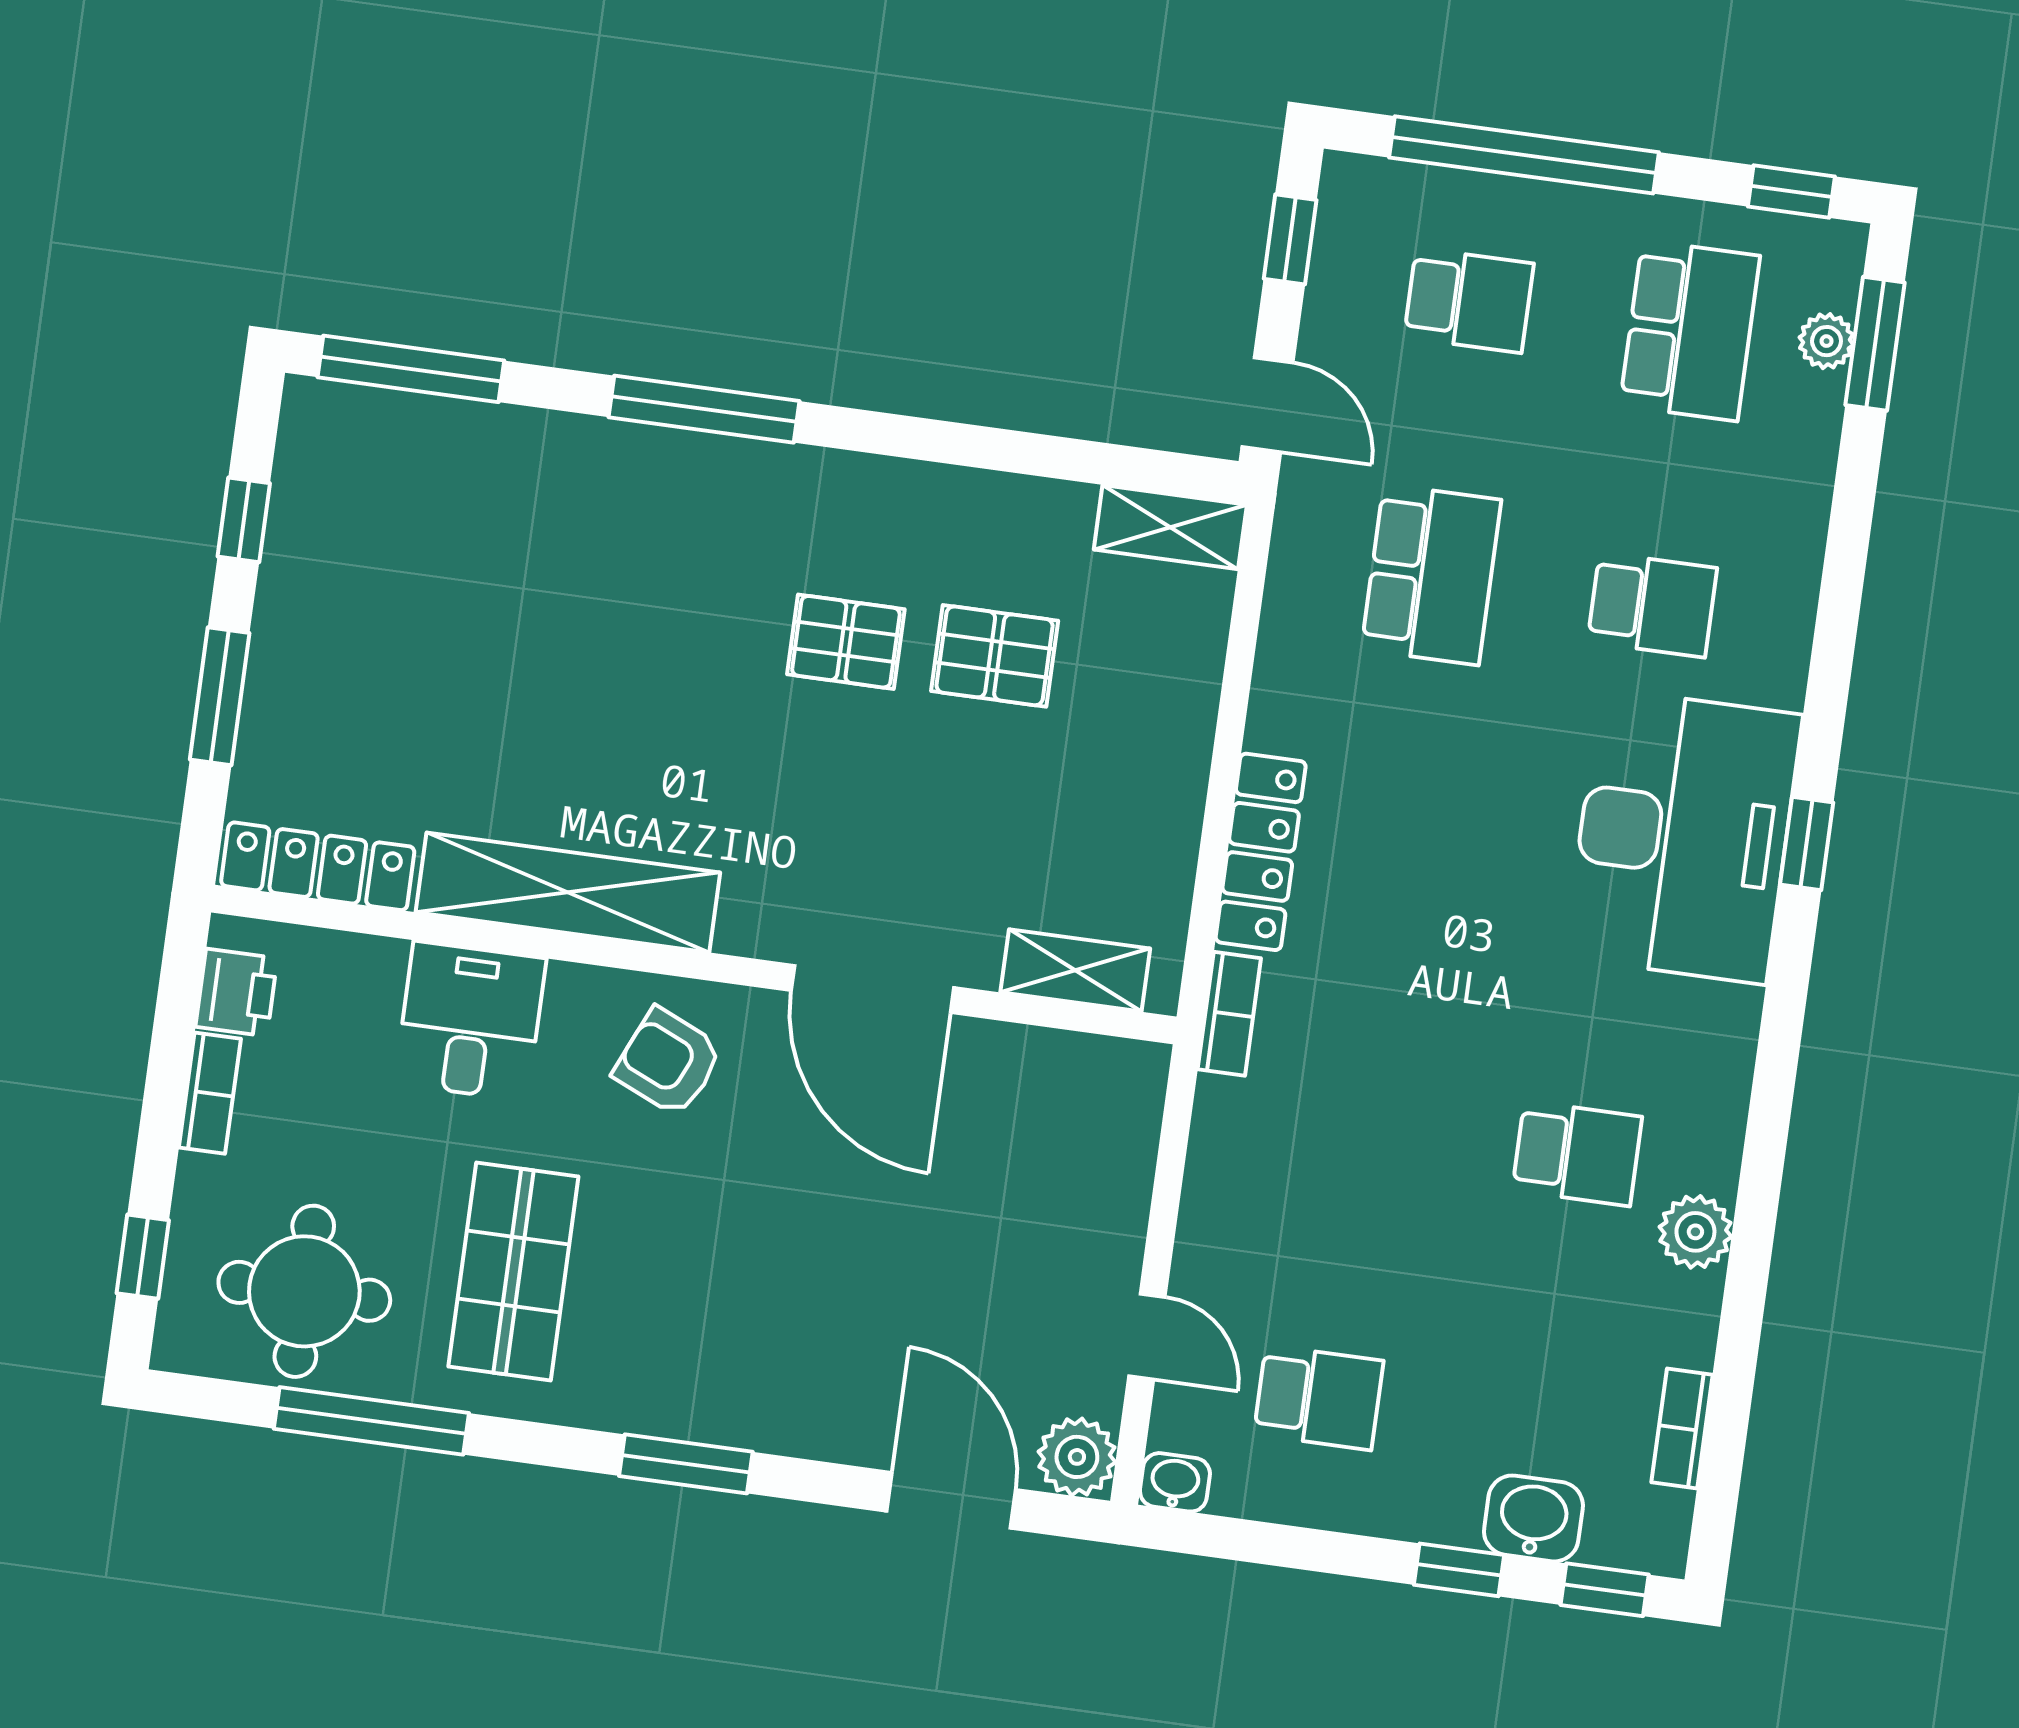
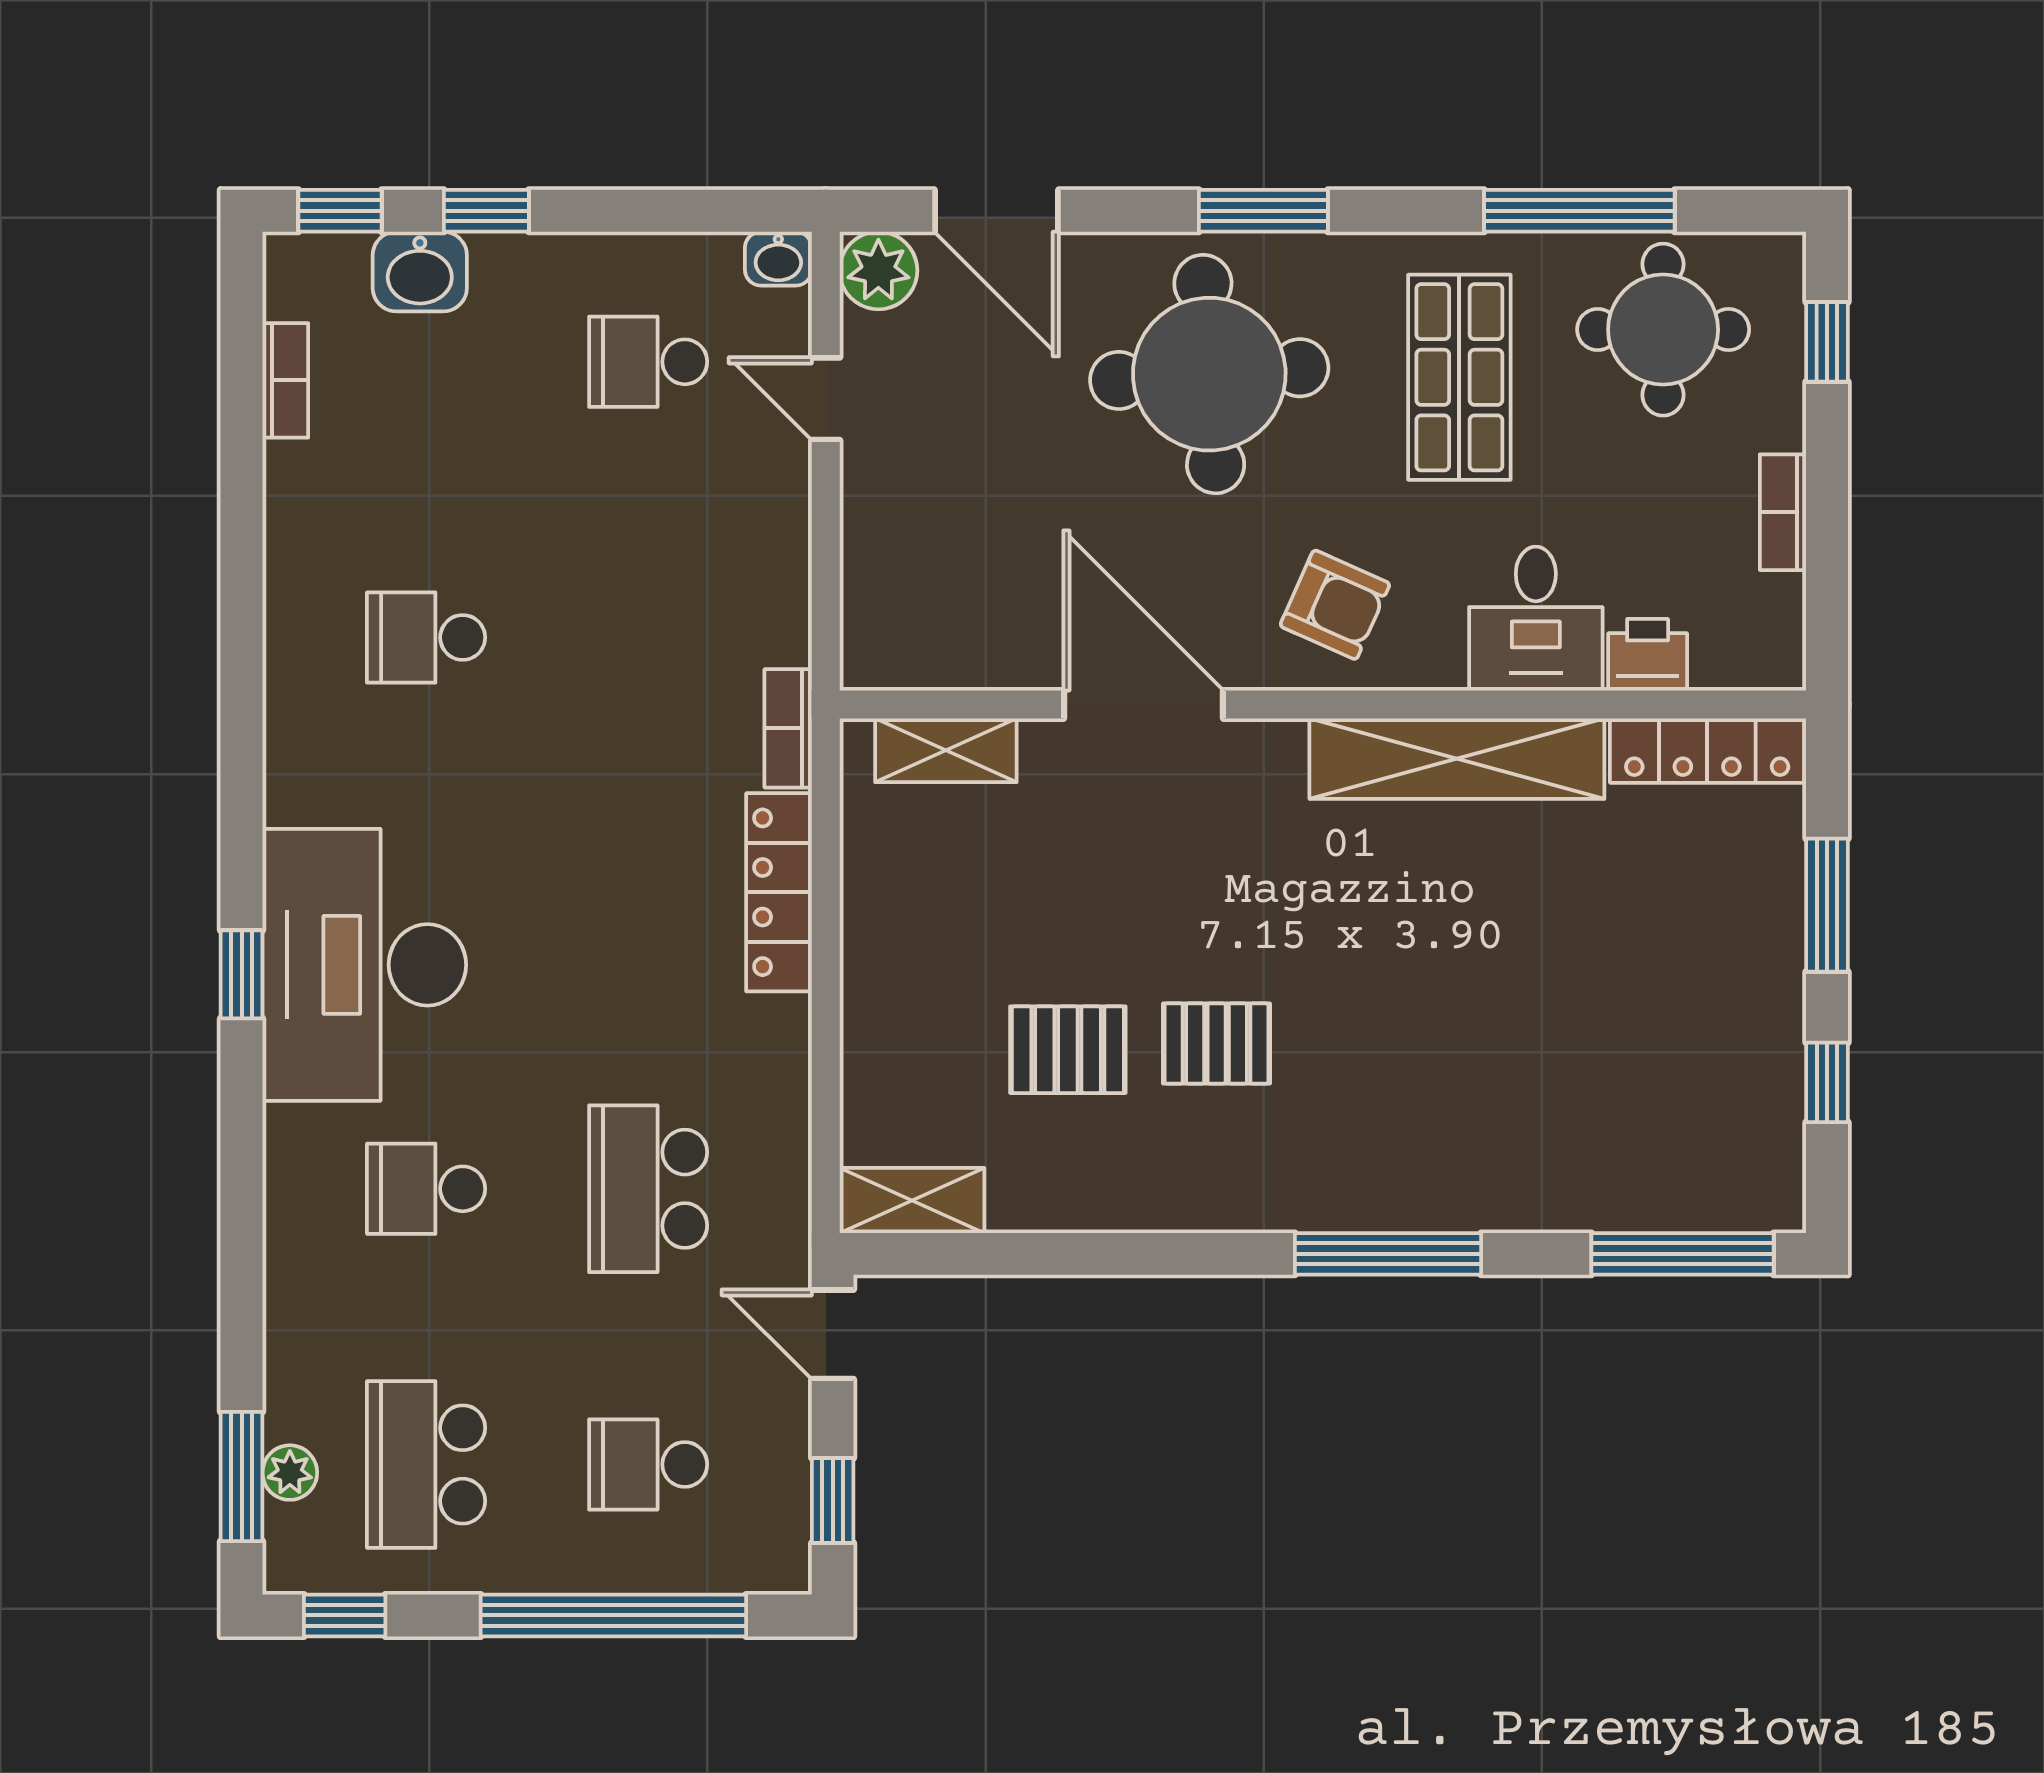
printer: (236, 993) -> (1648, 655), moved, turned 90
plant: (1695, 1232) -> (299, 576), removed
round table: (762, 1309) -> (1209, 374), added

